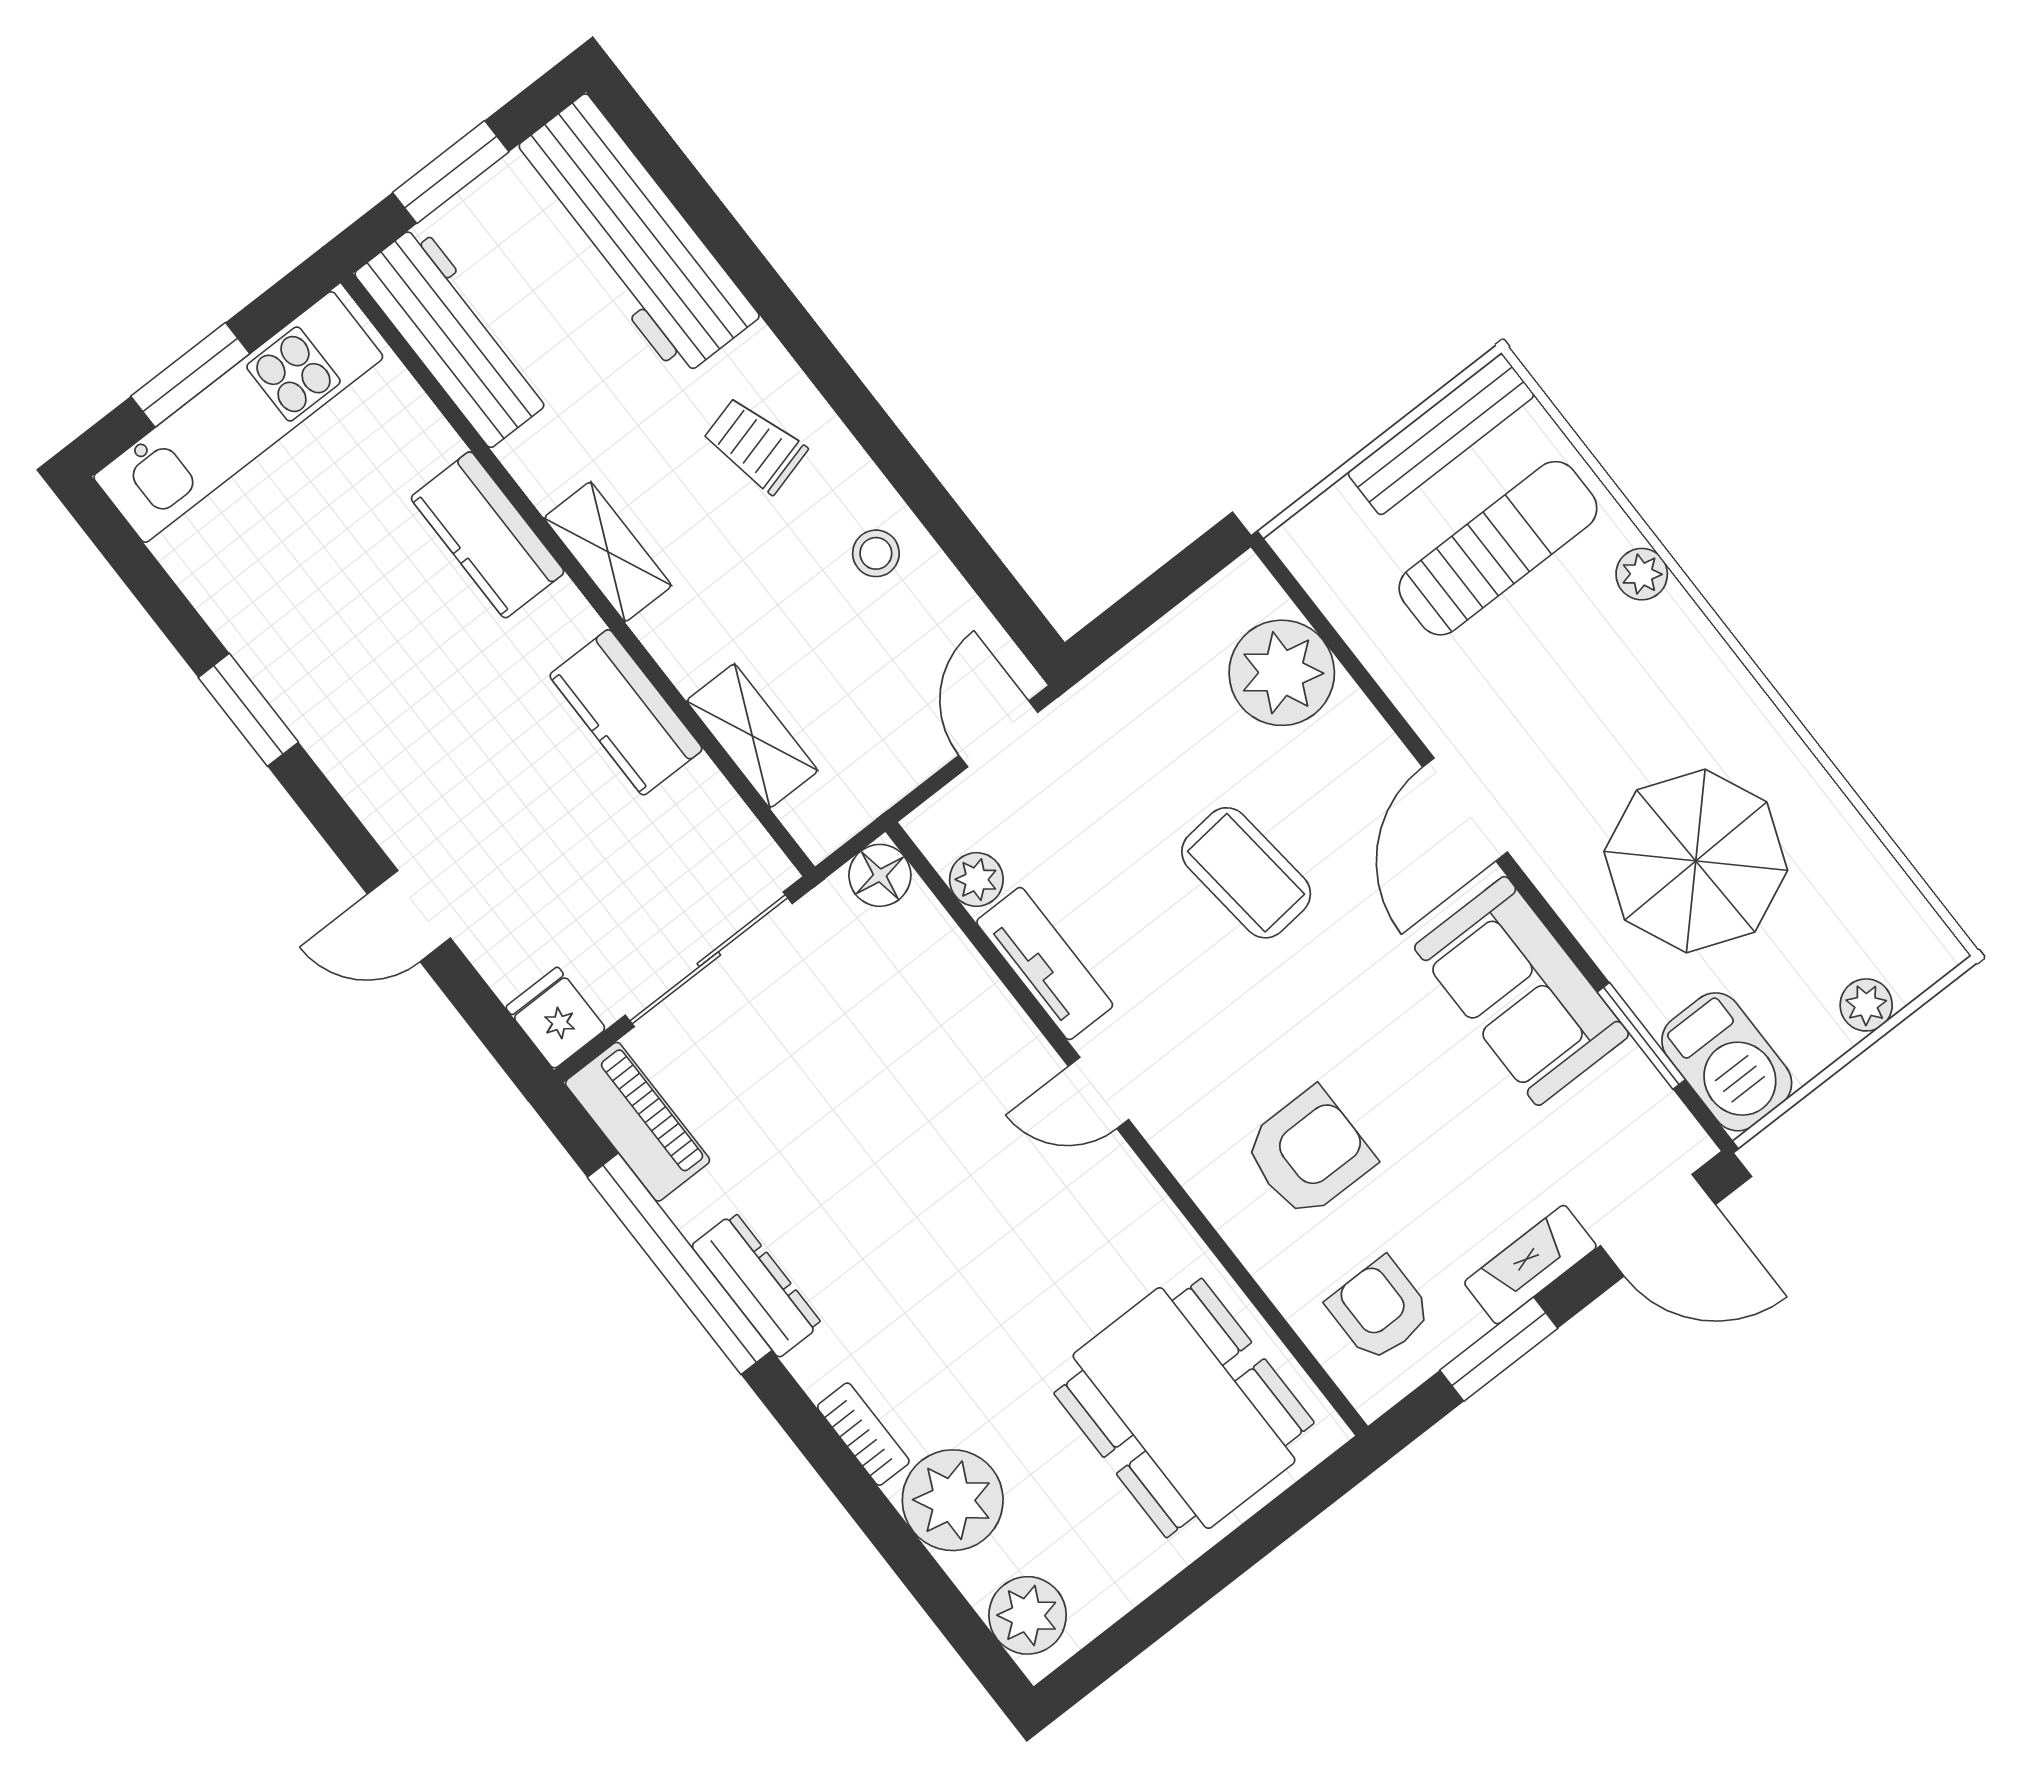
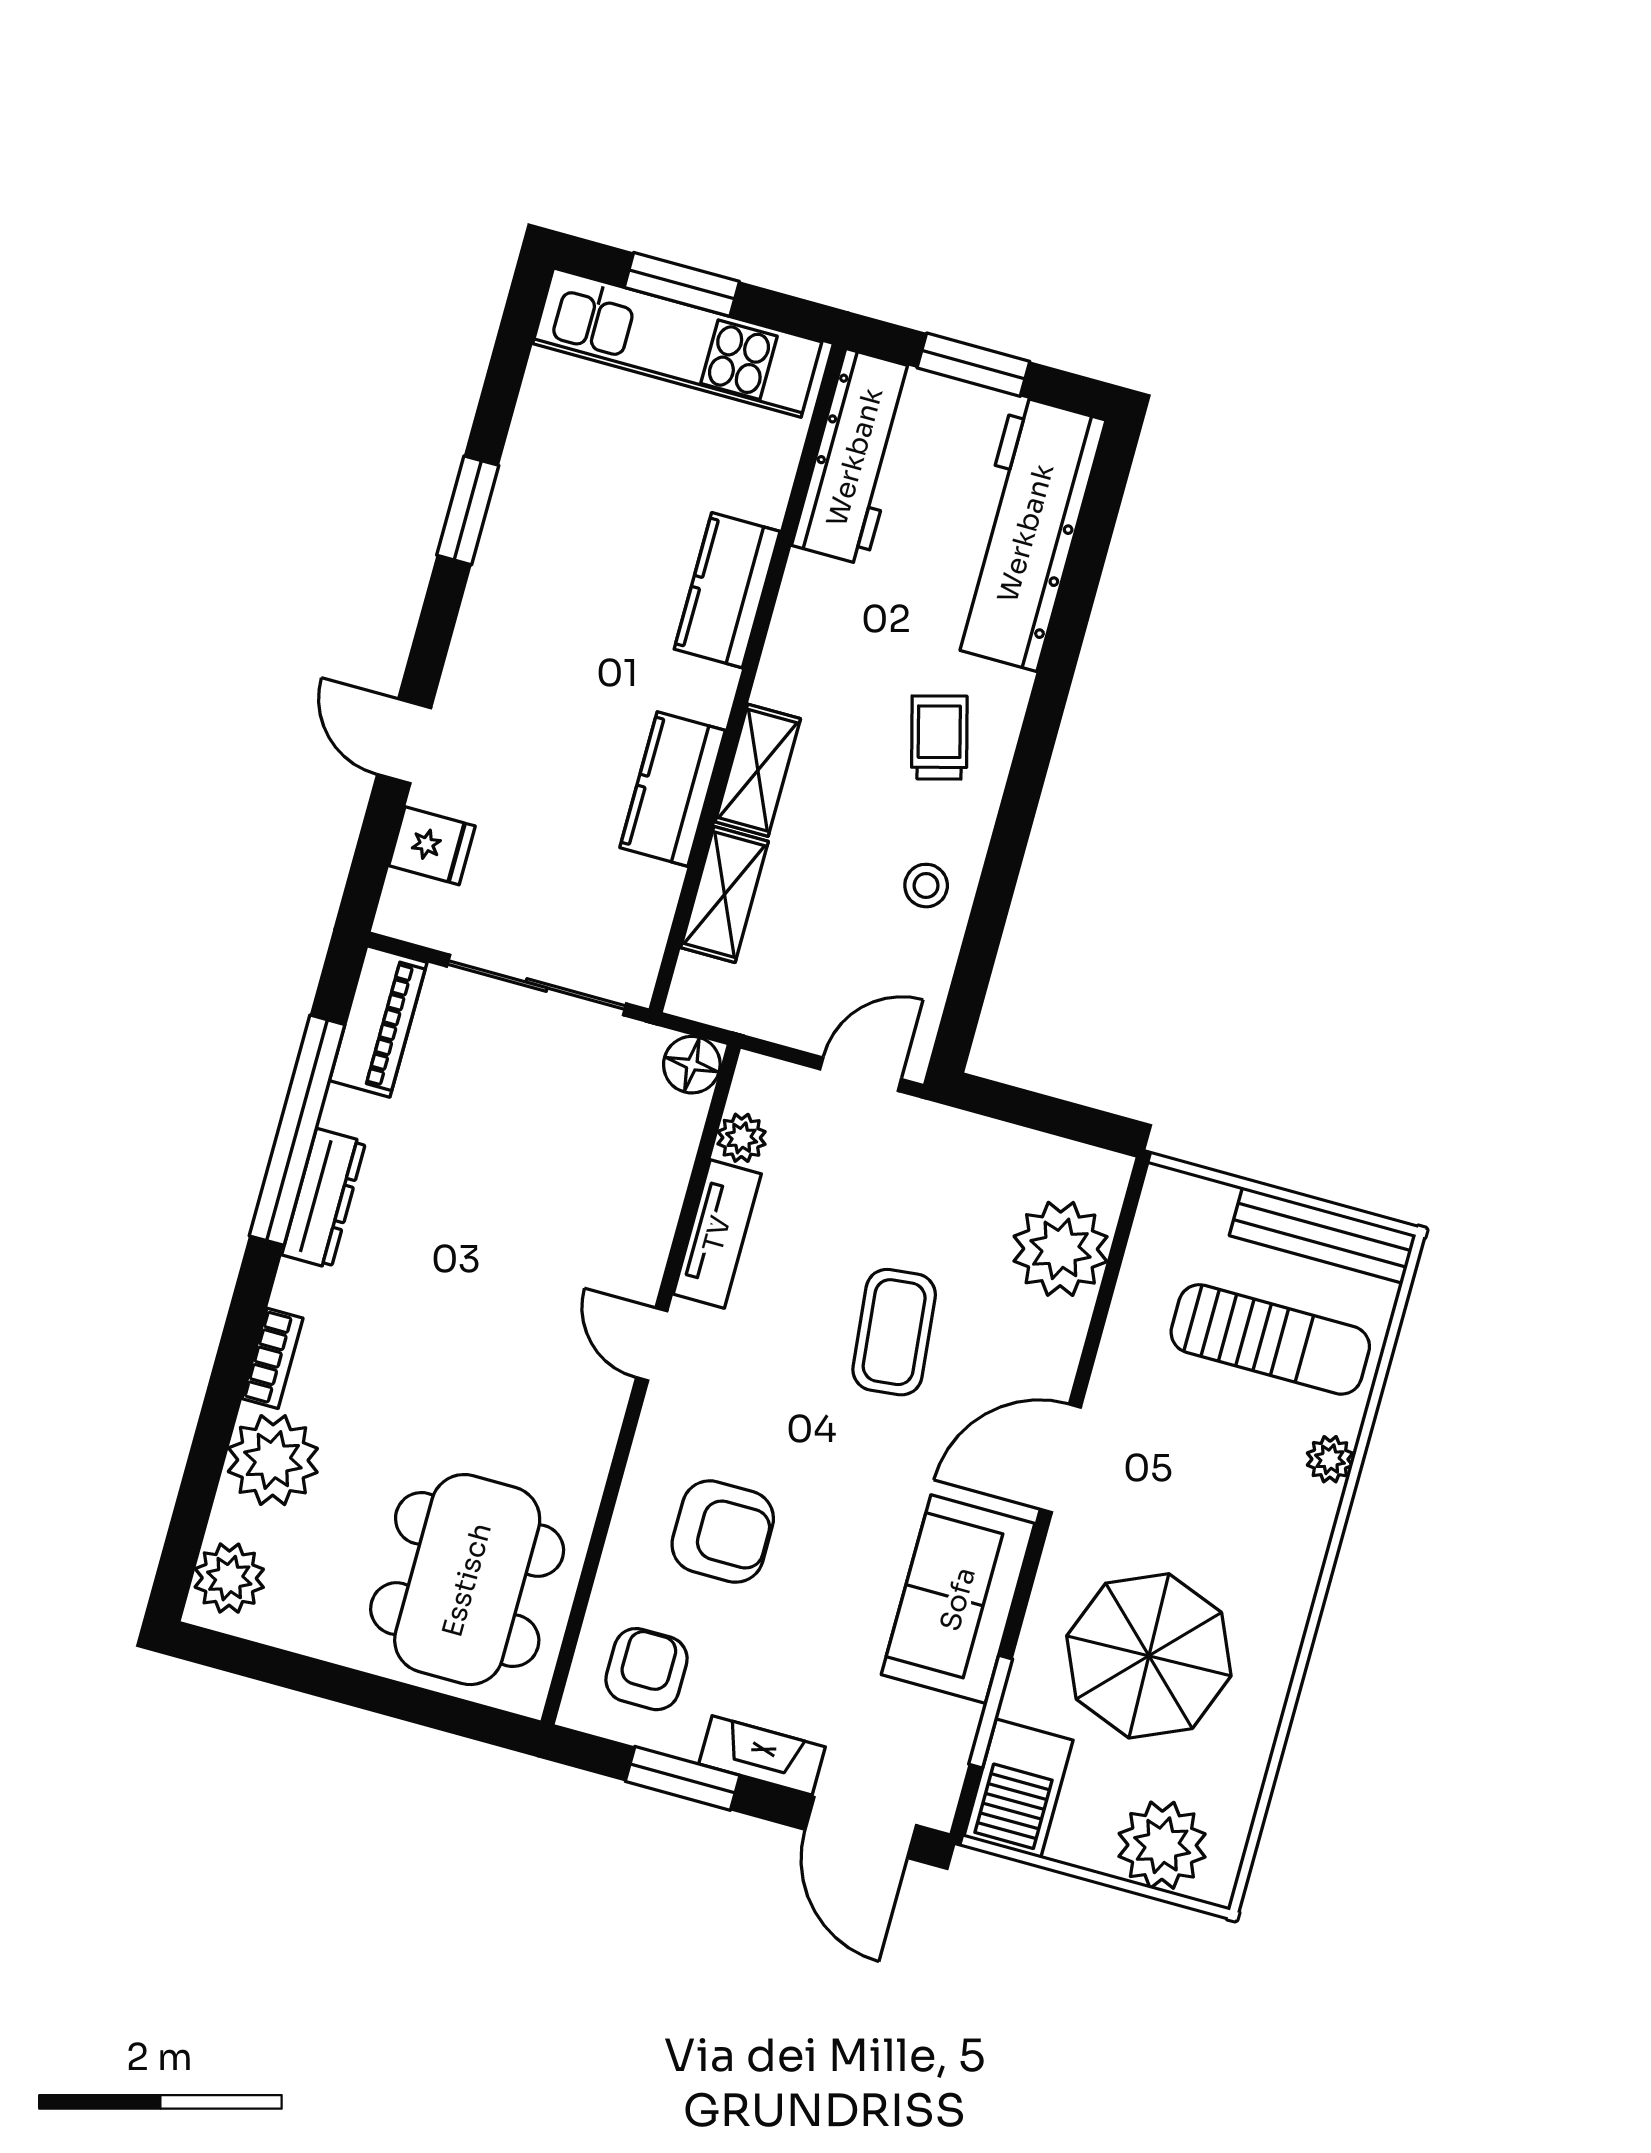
shelving: (608, 552) -> (758, 770), moved
plant: (1866, 1005) -> (1162, 1845), width x1.88, depth x1.88
fridge: (556, 1018) -> (432, 846), moved, turned 90

